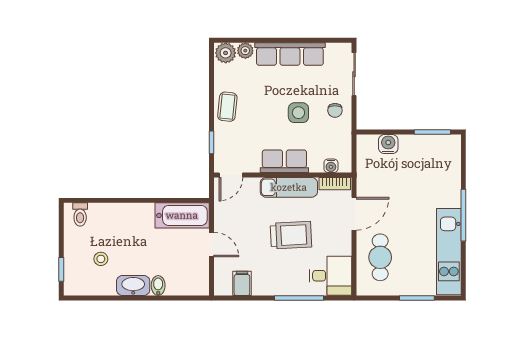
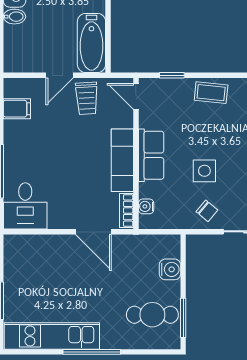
chair: (335, 110) -> (207, 211), turned -140
trolley: (291, 235) -> (87, 98), moved, width x0.73, depth x0.72
cafe table: (380, 257) -> (152, 315), moved

